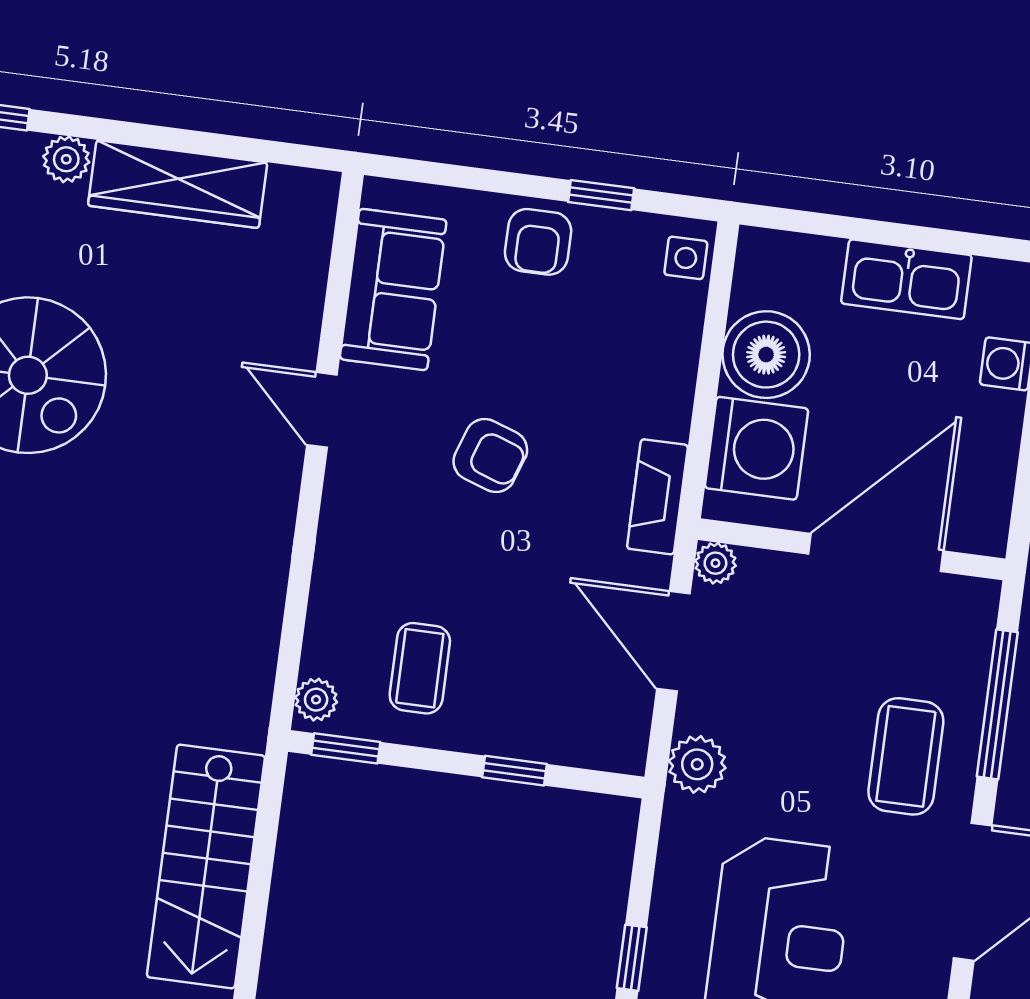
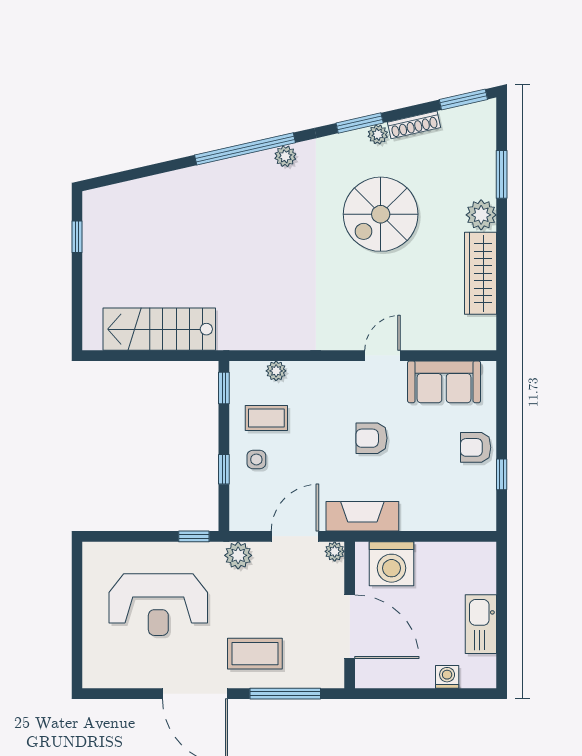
plant: (66, 159) -> (481, 215), width x1.38, depth x1.38
side table: (686, 258) -> (256, 459), moved
boiler: (766, 355) -> (436, 562), removed
armchair: (490, 456) -> (371, 438), turned 71
fireplace: (657, 497) -> (362, 516), width x1.37, depth x1.32
plant: (316, 700) -> (276, 371), moved
window: (632, 958) -> (194, 536), moved

